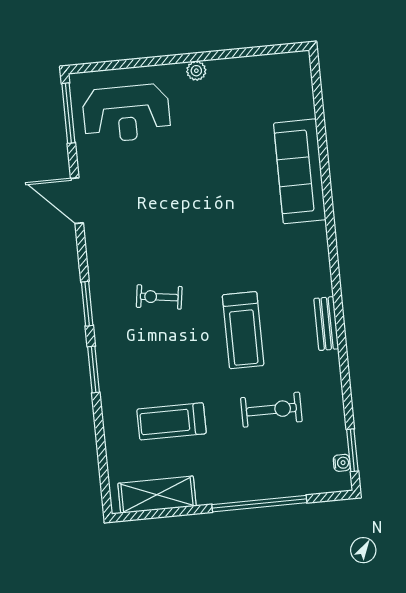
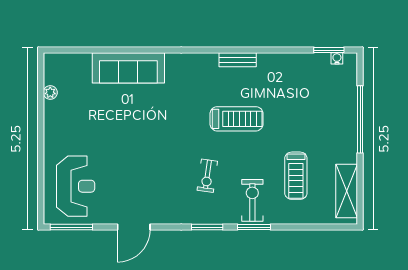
plant: (196, 71) -> (50, 93), moved
exercise bike: (271, 410) -> (252, 200), moved

